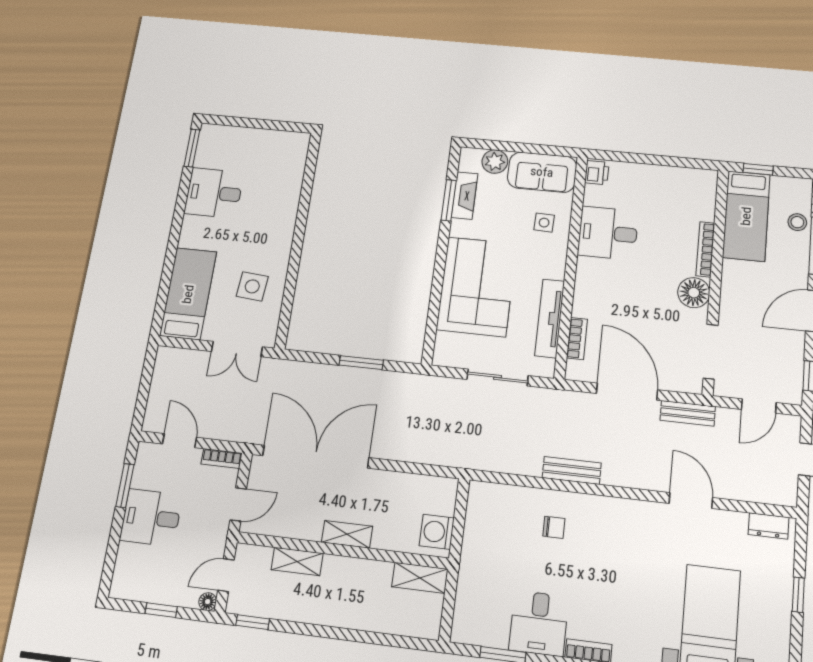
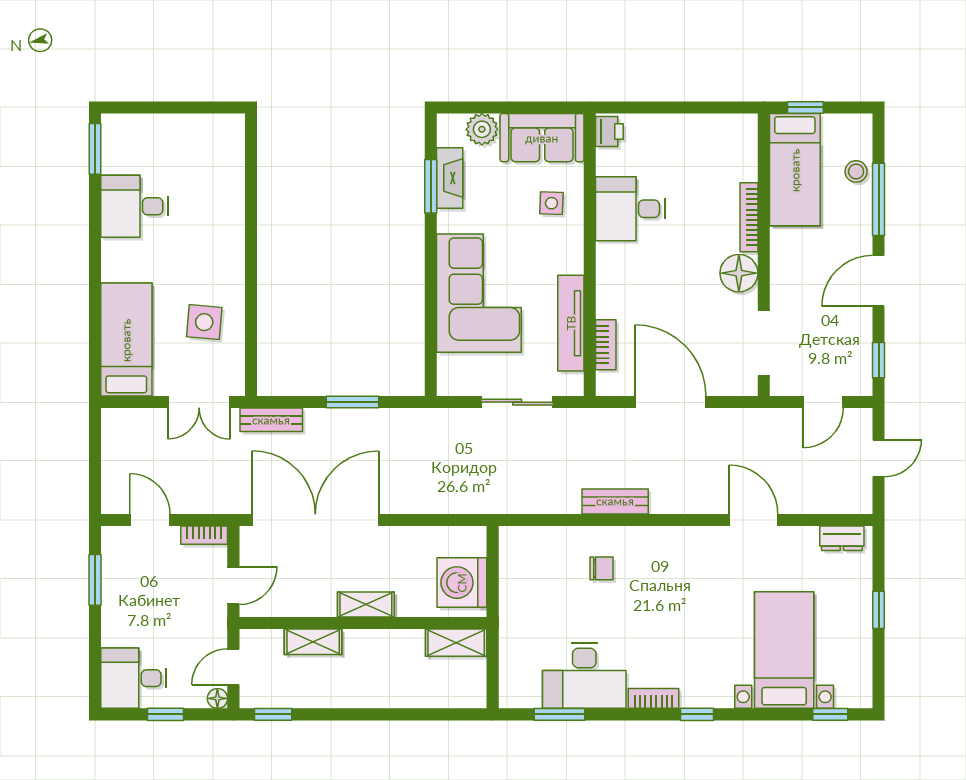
bench: (688, 413) -> (271, 420), moved
desk: (151, 518) -> (133, 678), moved
washing machine: (437, 532) -> (462, 583), width x1.37, depth x1.37
desk: (539, 623) -> (584, 676), width x1.37

